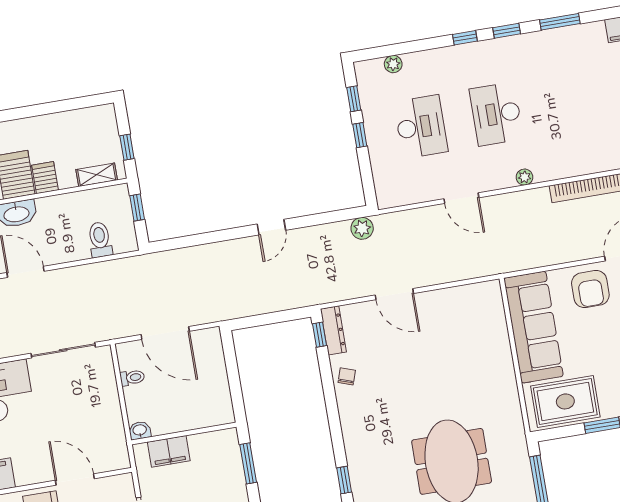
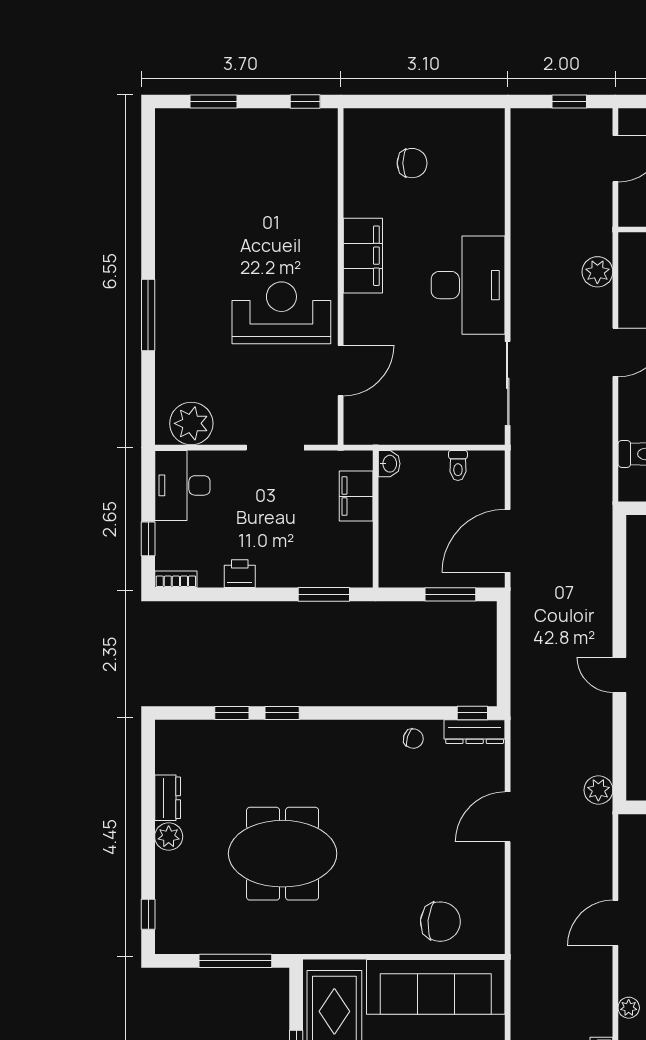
chair: (483, 332) -> (440, 922), added
door: (165, 333) -> (508, 541), moved
window: (232, 367) -> (450, 594), added

